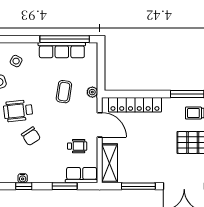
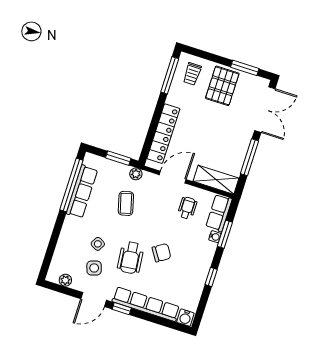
side table: (16, 61) -> (98, 244), moved
window: (101, 72) -> (118, 158), added
coffee table: (64, 92) -> (126, 203), turned 66
water cooler: (23, 178) -> (215, 237), moved

